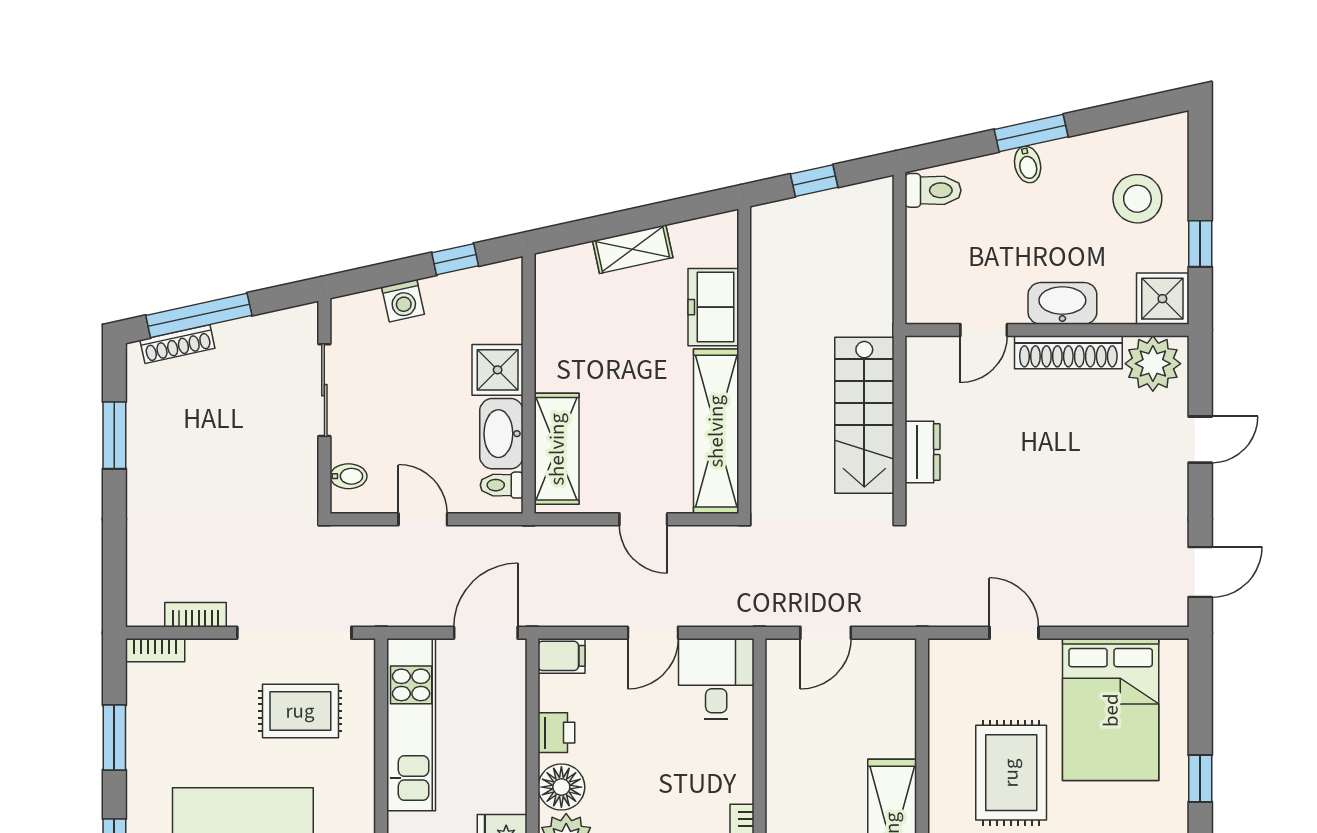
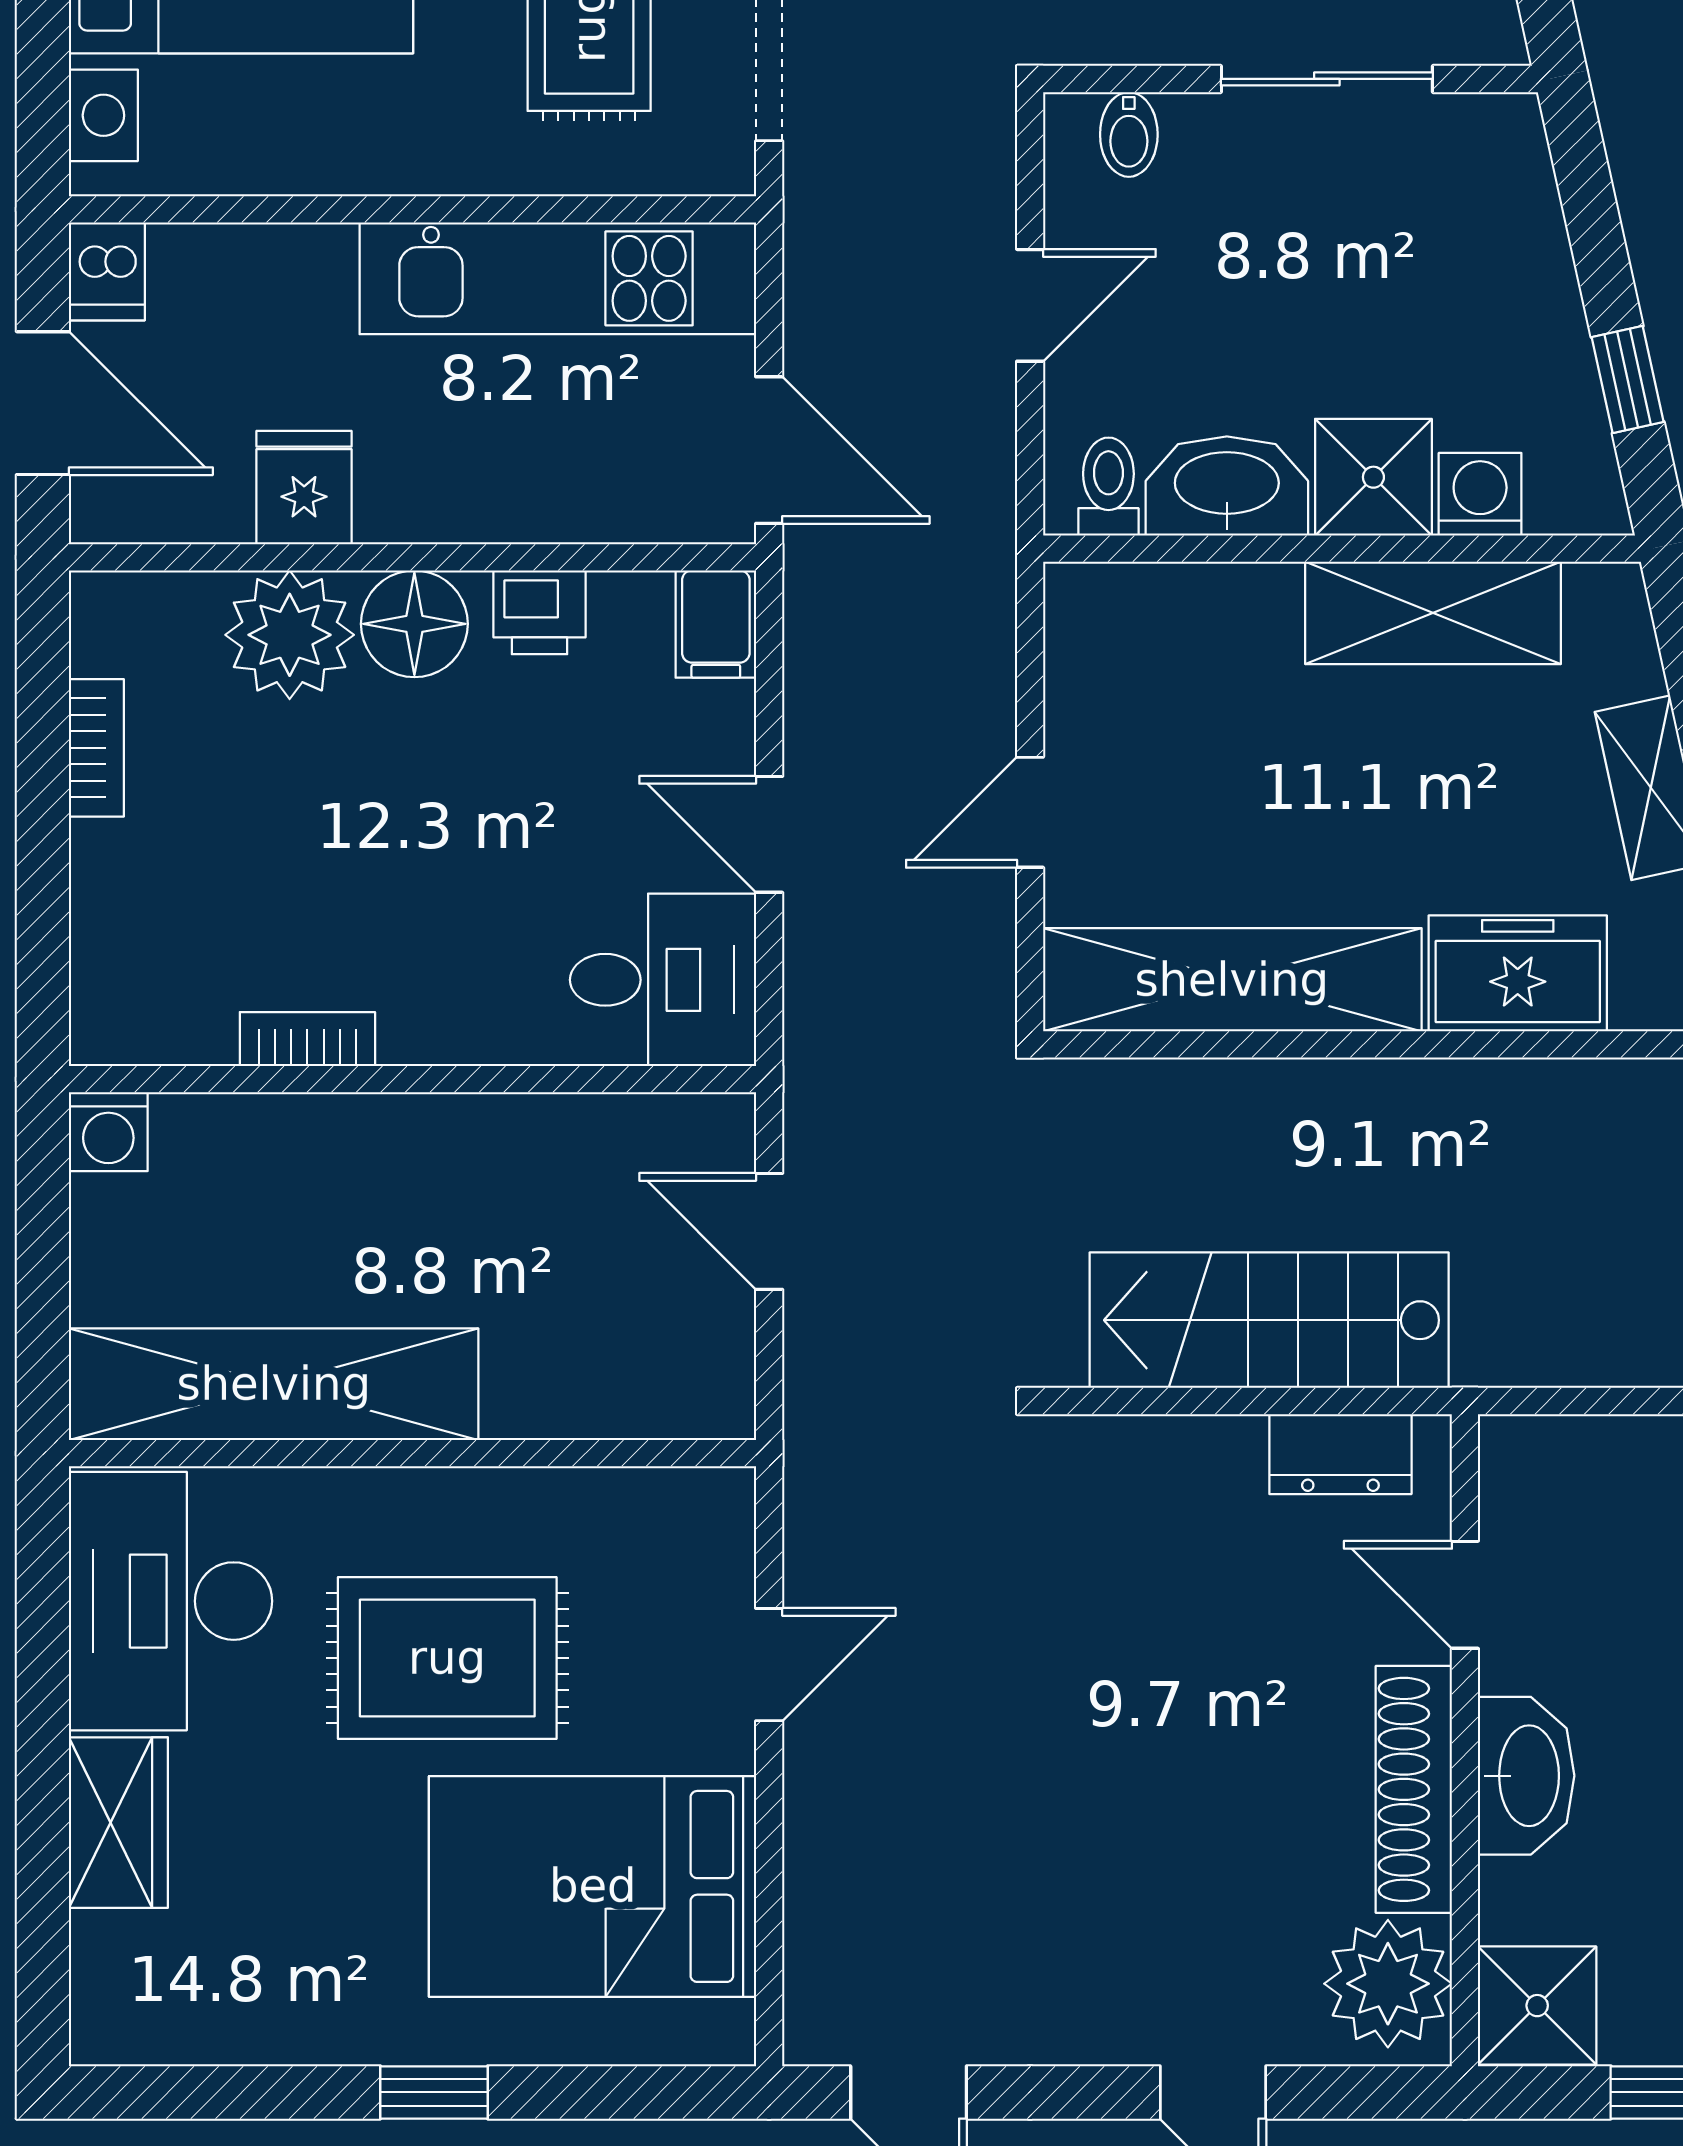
washing machine: (403, 301) -> (1480, 494), moved, turned 102
shelving: (557, 449) -> (1433, 613), moved
dresser: (922, 452) -> (1340, 1454), moved

